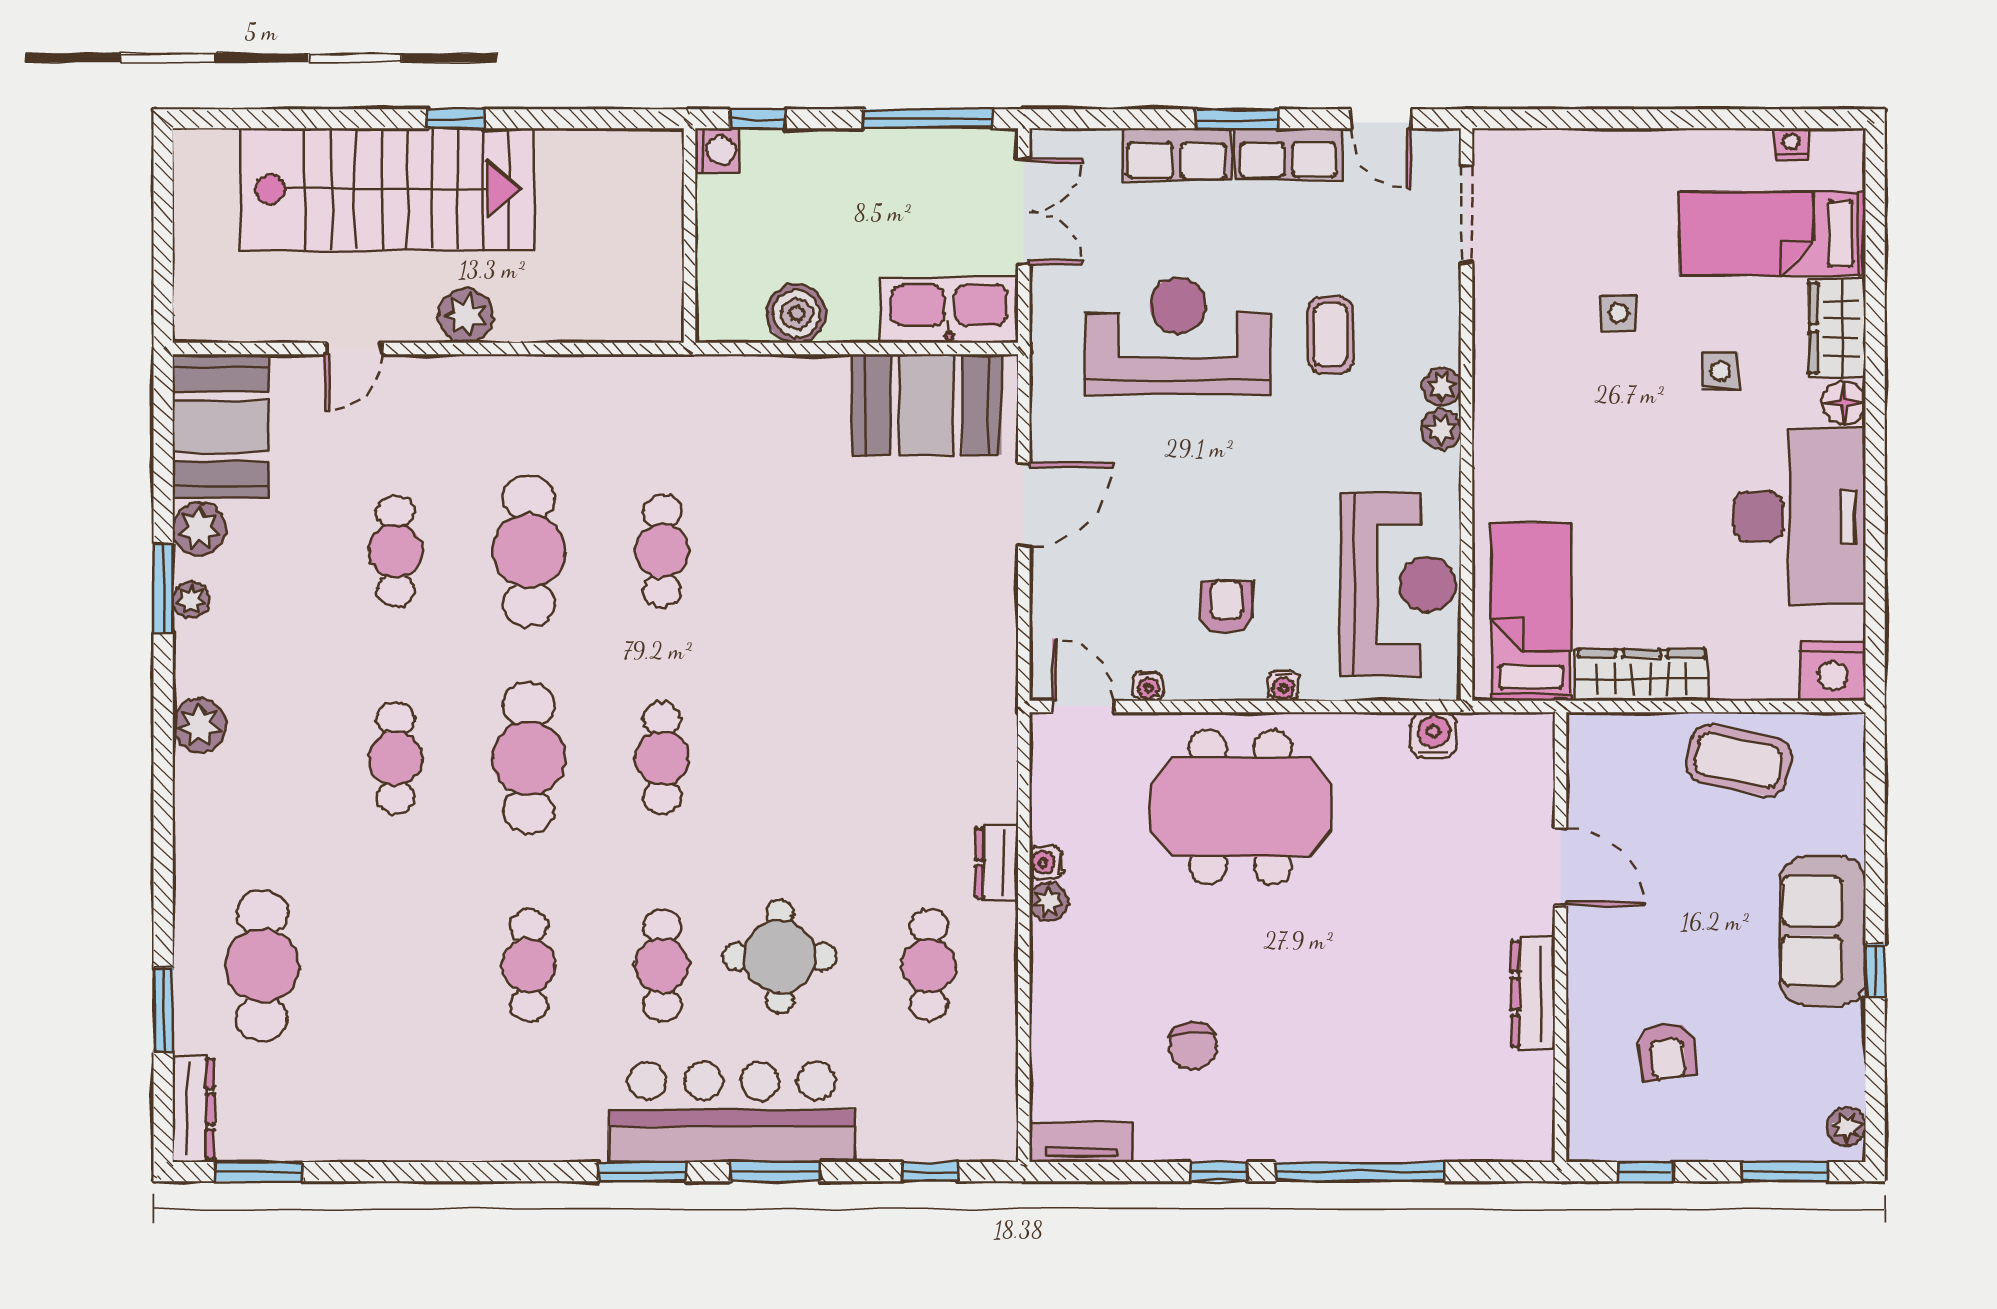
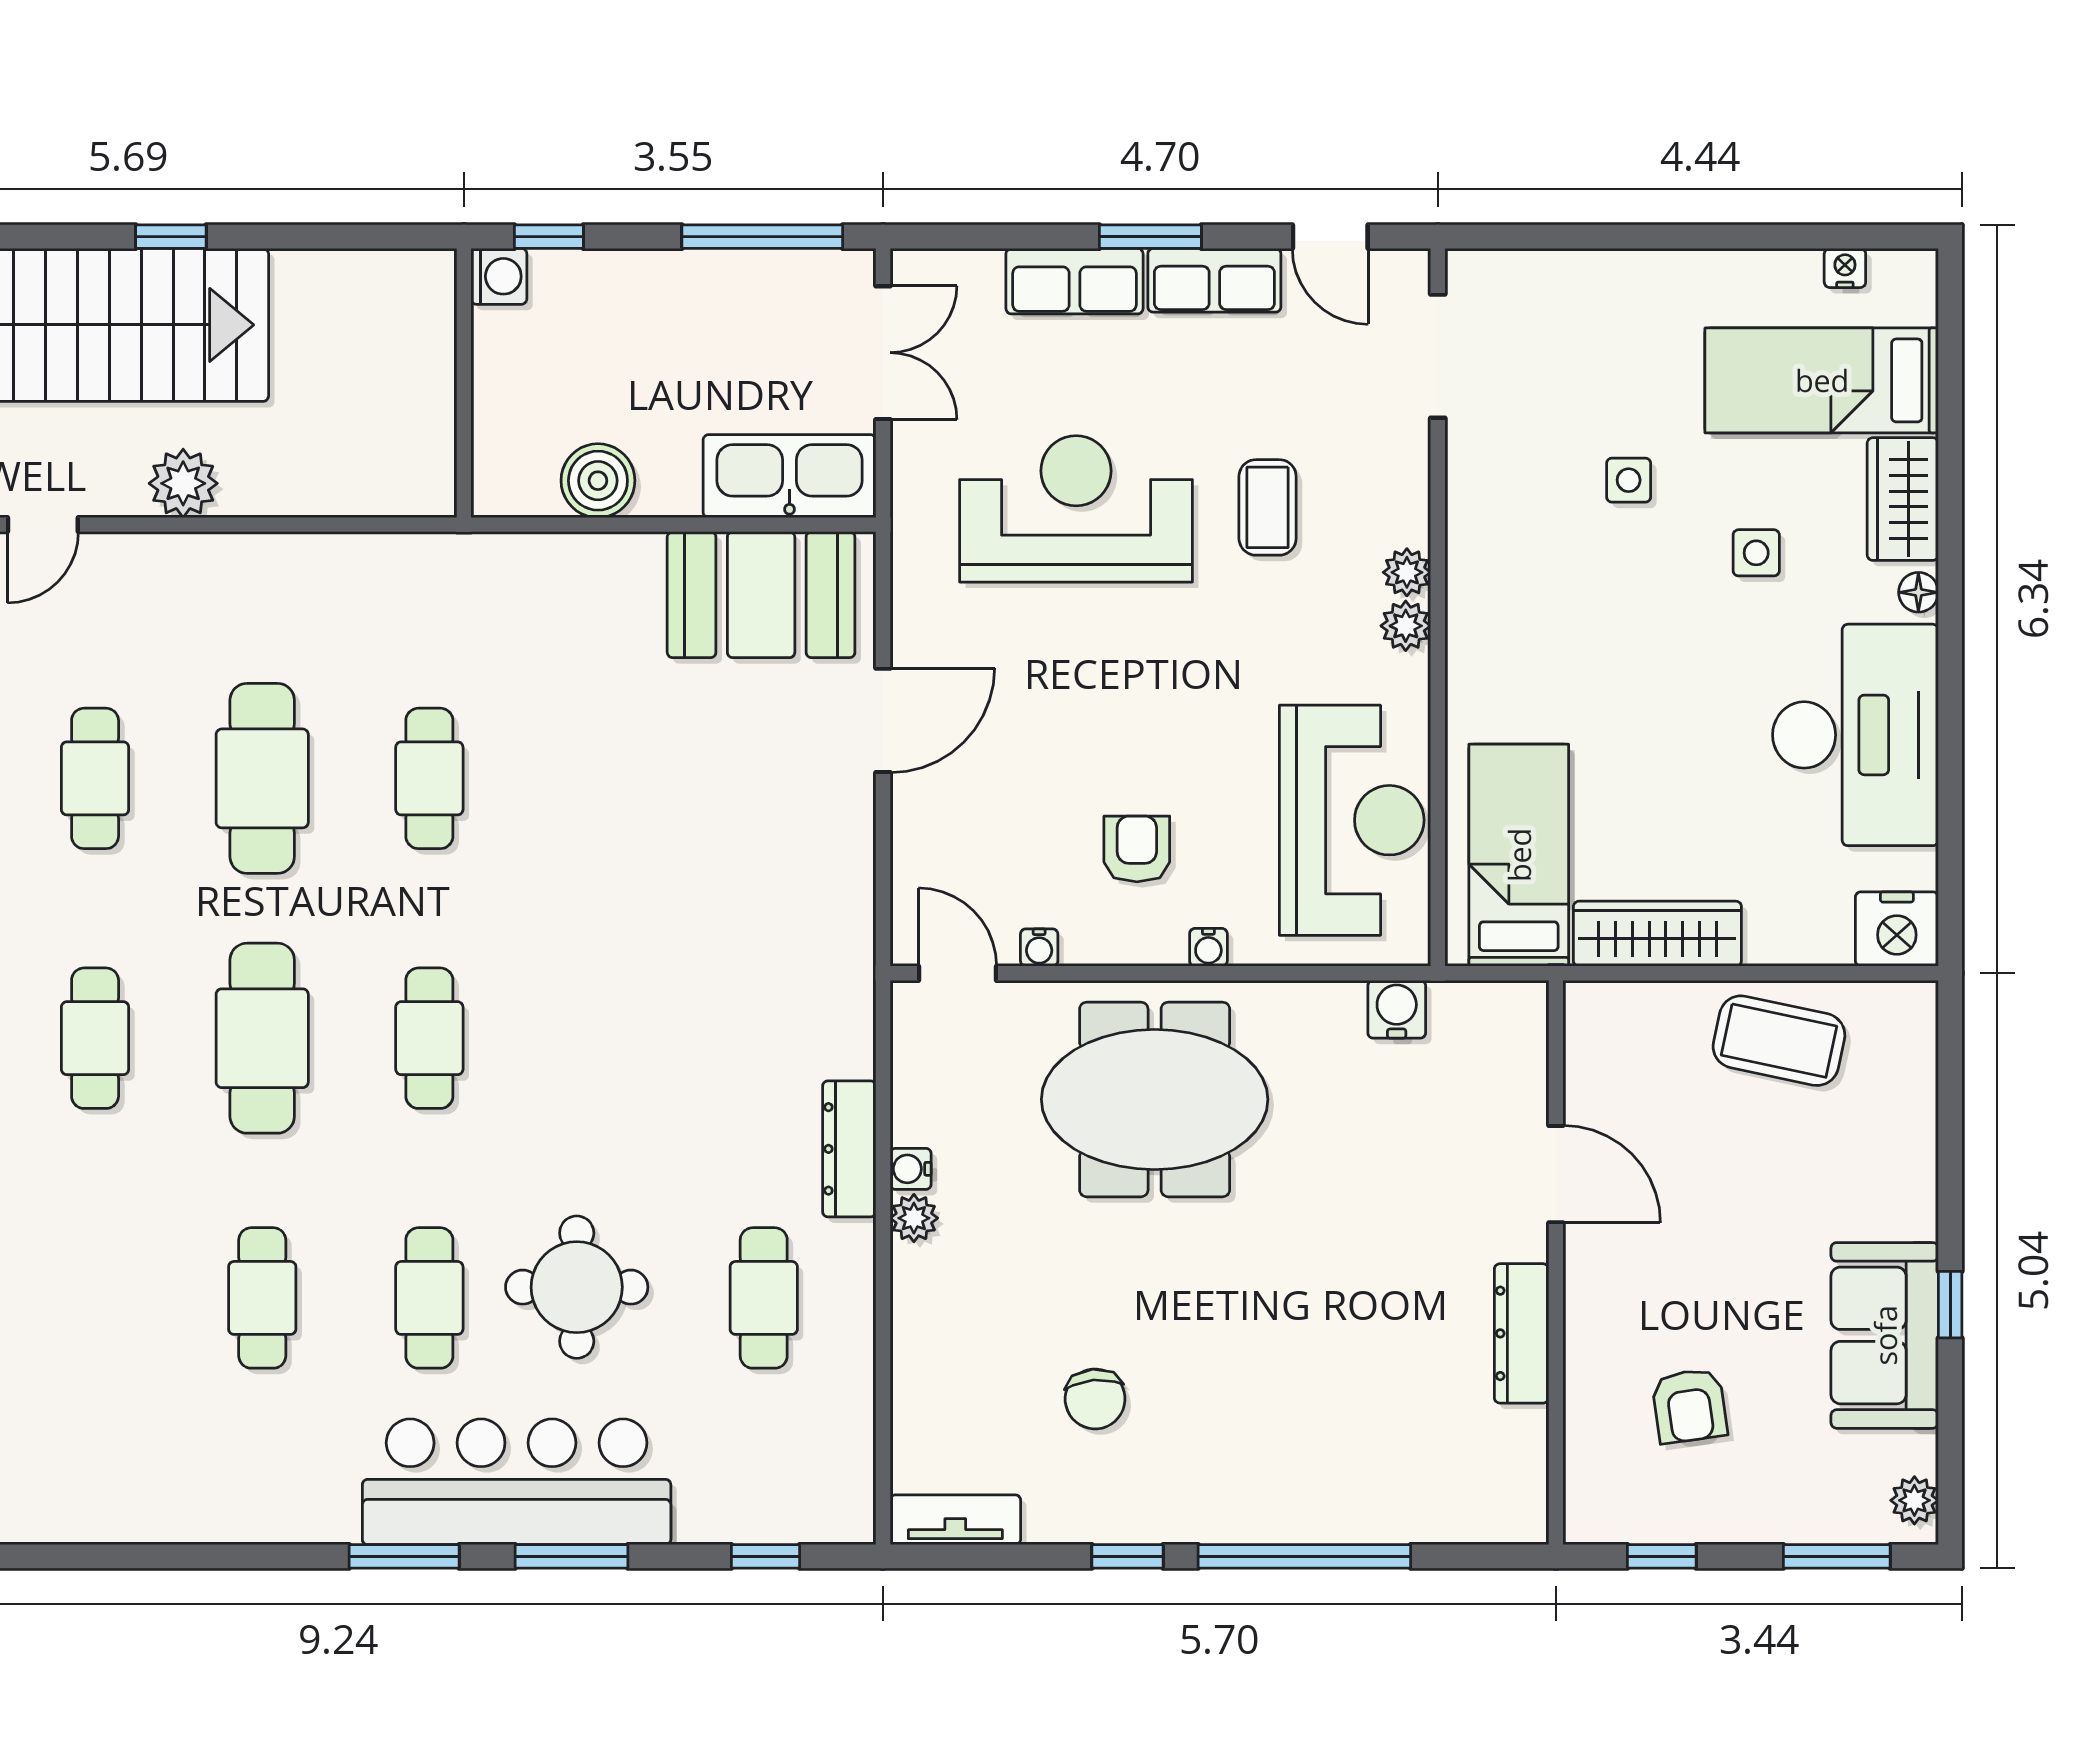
floor lamp: (1844, 403) -> (1918, 592), width x0.73, depth x0.73
dresser: (997, 863) -> (849, 1149), width x1.44
sofa: (1823, 931) -> (1885, 1335), moved

